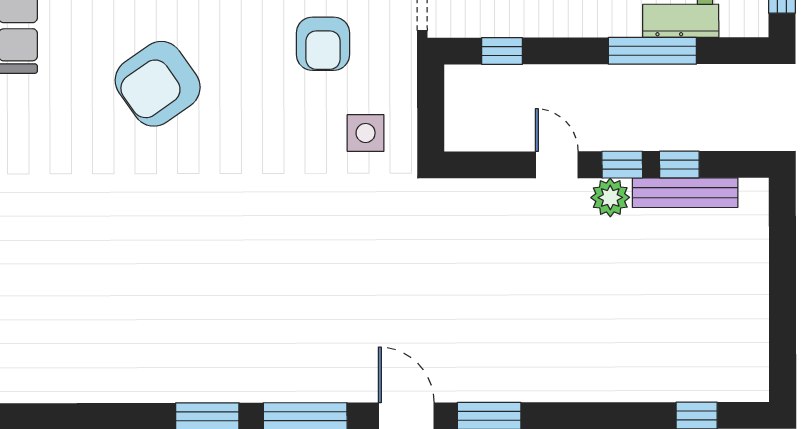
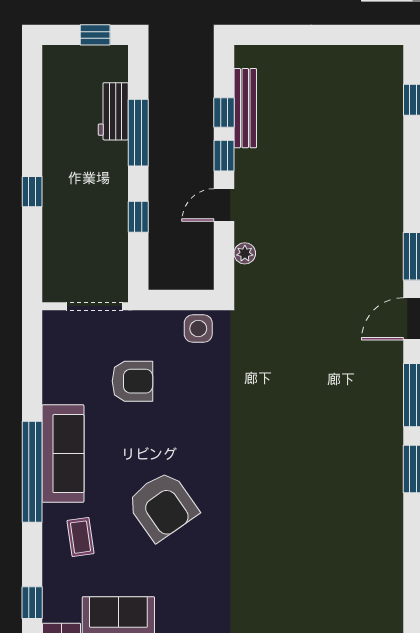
window: (502, 51) -> (138, 217), moved
side table: (366, 133) -> (198, 329), moved
plant: (610, 198) -> (245, 253), moved, width x0.73, depth x0.73

